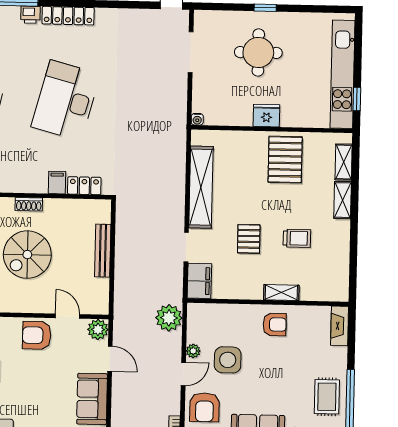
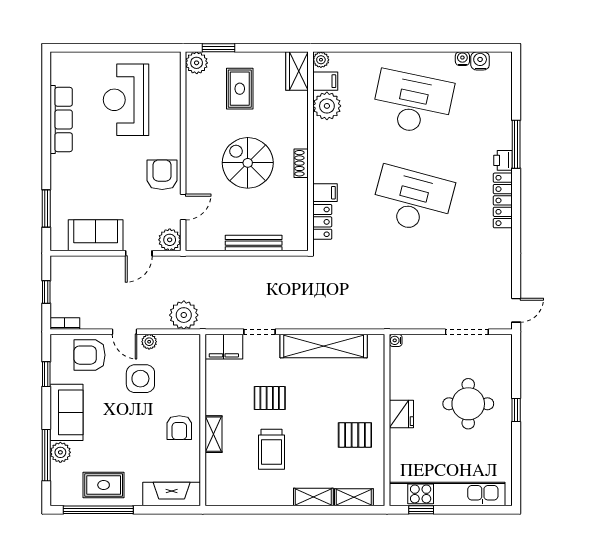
pallet: (285, 160) -> (355, 435), width x0.67, depth x0.71
trolley: (297, 238) -> (271, 449), width x1.36, depth x1.39
fireplace: (340, 326) -> (172, 494), width x1.37, depth x1.32

